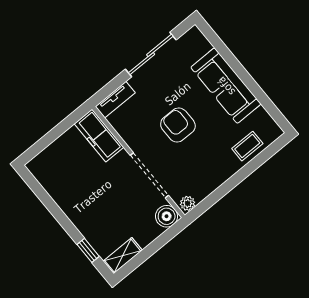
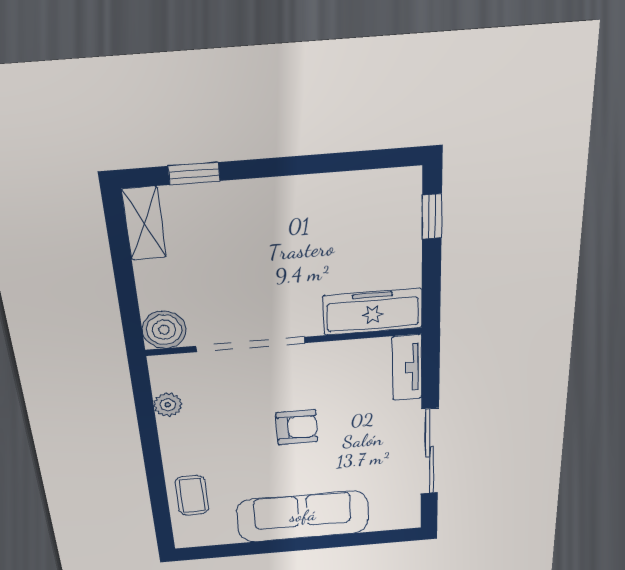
armchair: (178, 125) -> (297, 427), width x0.72, depth x0.72
window: (42, 144) -> (432, 217), added
plant: (188, 203) -> (168, 405), moved

